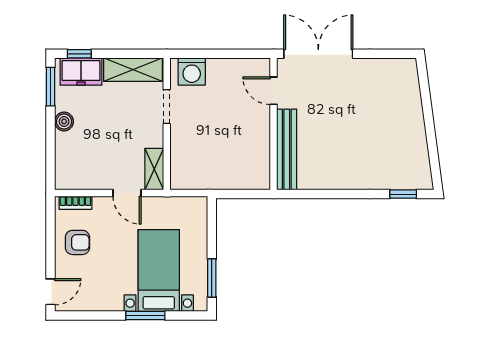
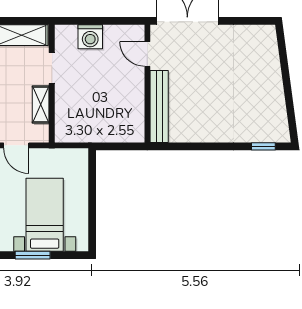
washing machine: (192, 72) -> (90, 37), moved
shelving: (154, 169) -> (41, 104), moved
window: (212, 278) -> (92, 221), removed

